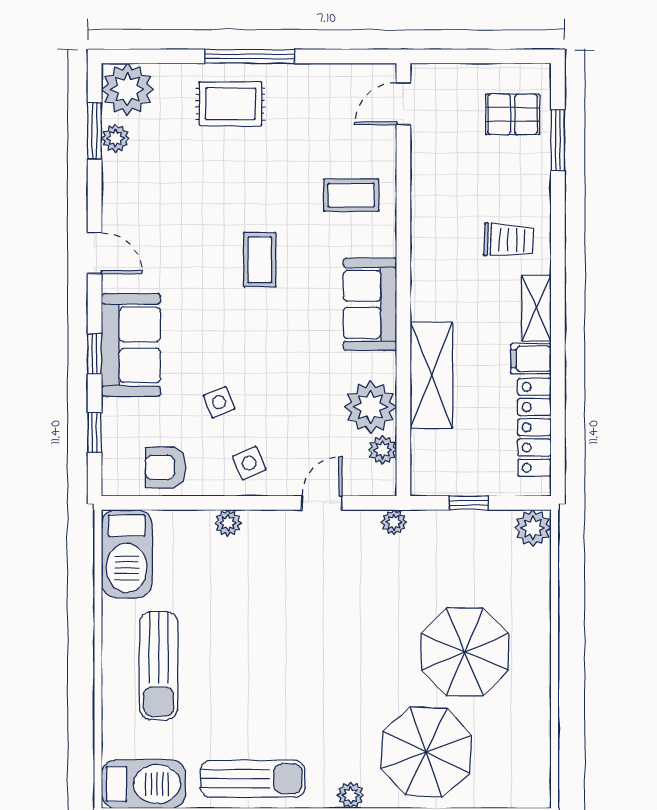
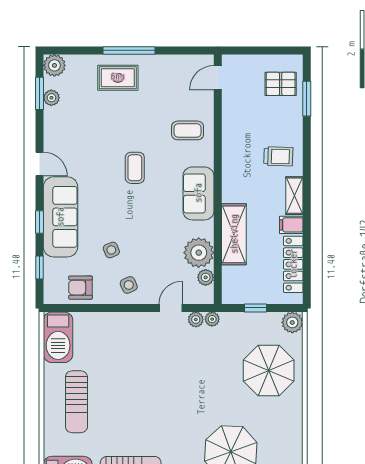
plant: (127, 89) -> (54, 65), width x0.73, depth x0.73
sofa: (131, 345) -> (60, 217), width x1.36
plant: (228, 523) -> (196, 320), moved
parasol: (465, 652) -> (269, 371), moved

